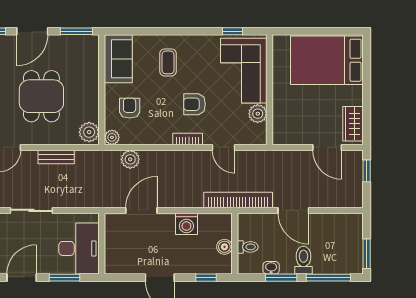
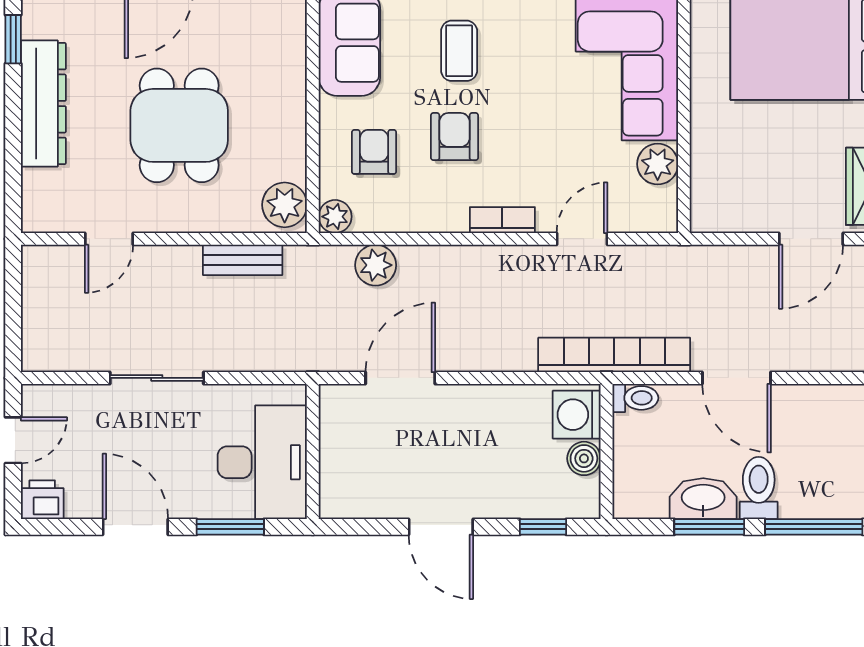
armchair: (194, 104) -> (454, 137), moved, turned 90
door: (224, 147) -> (582, 239), swing flipped
door: (327, 147) -> (811, 239), hinge flipped
bench: (56, 157) -> (243, 260), moved
washing machine: (186, 224) -> (577, 415), moved, turned 90
toilet: (248, 247) -> (635, 398), moved
washbasin: (271, 268) -> (703, 499), width x1.91, depth x1.45
door: (22, 278) -> (135, 527), hinge flipped

